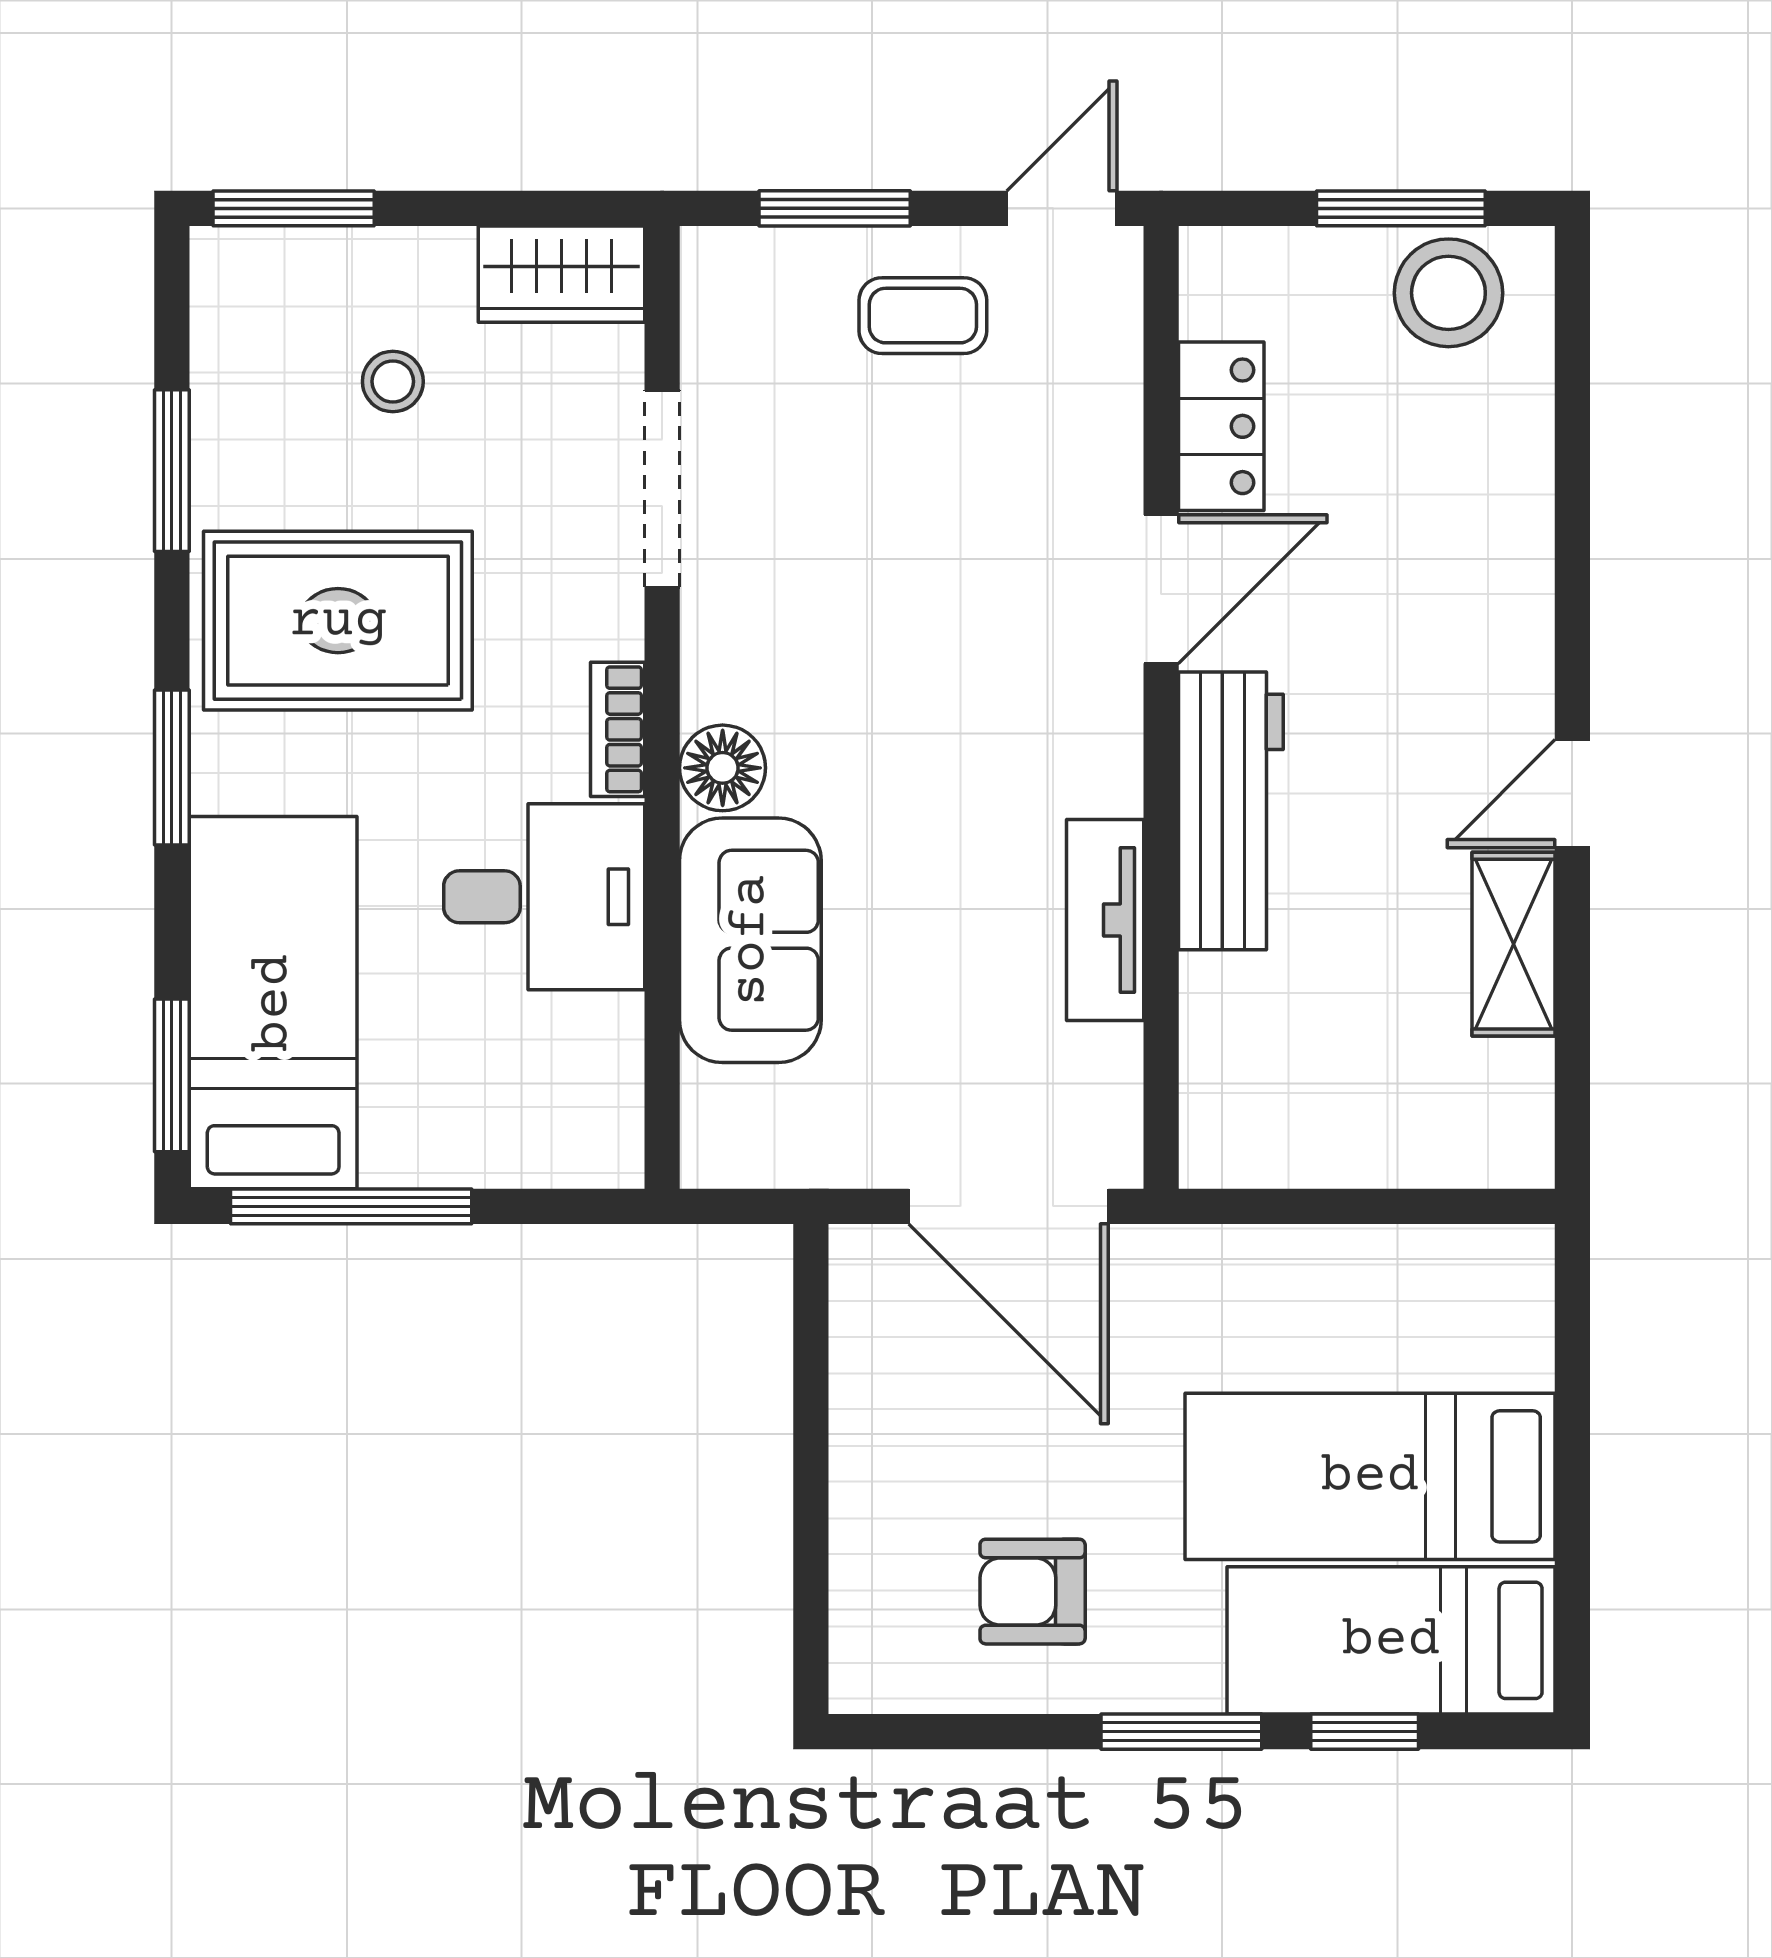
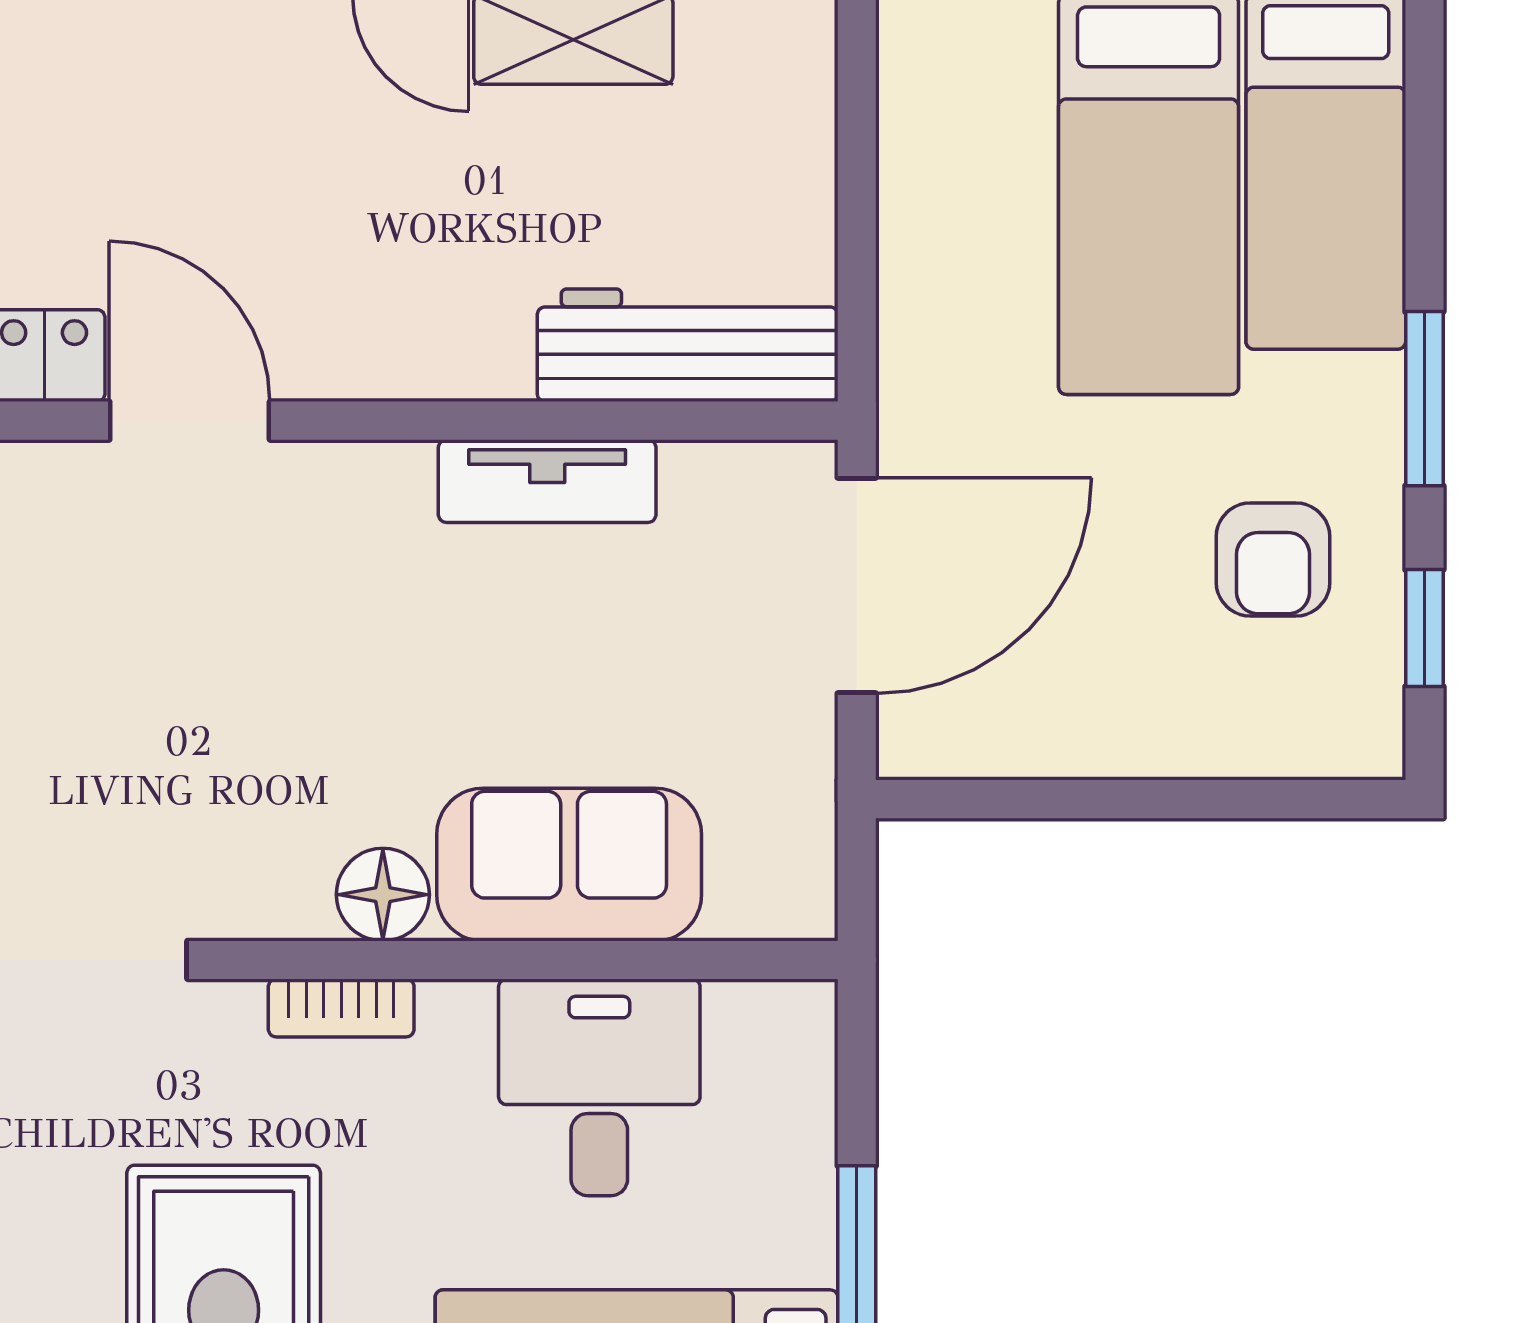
workbench: (1231, 811) -> (688, 345), moved
desk: (544, 897) -> (599, 1087), moved
window: (1365, 1732) -> (1424, 628), moved

